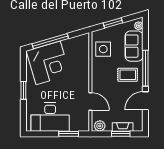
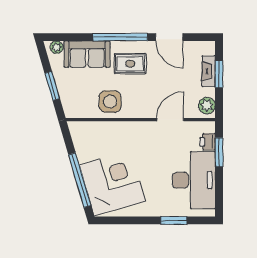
side table: (103, 49) -> (110, 101), moved
rug: (128, 75) -> (130, 64), turned 90
window: (23, 90) -> (174, 220), moved
printer: (76, 126) -> (208, 142), added

